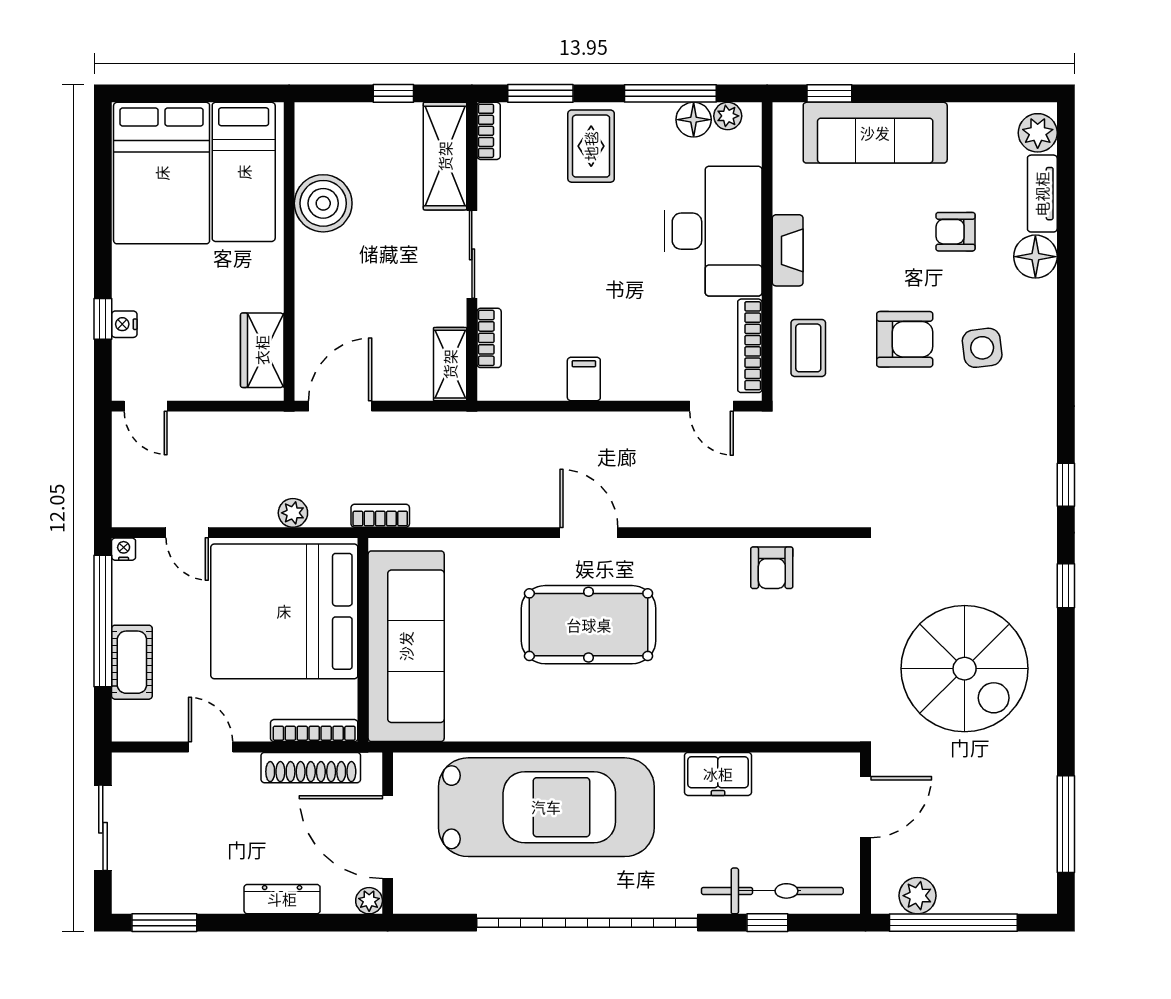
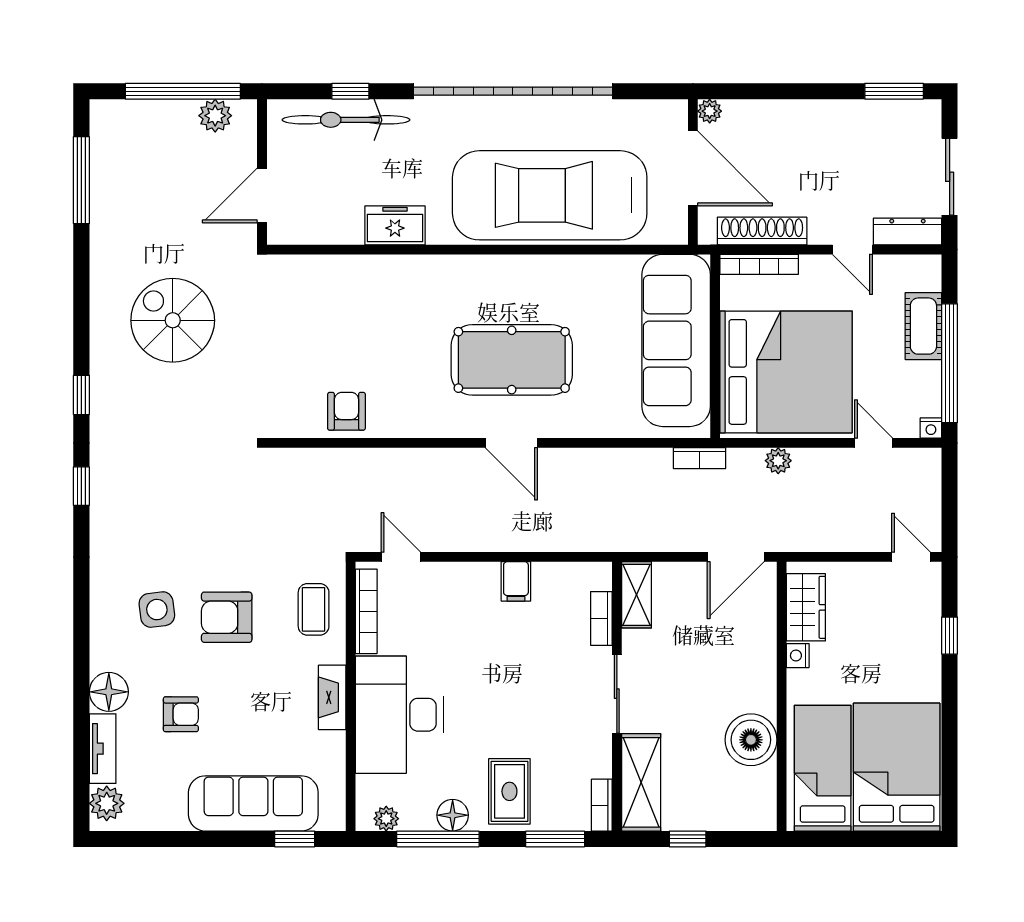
floor lamp: (694, 120) -> (453, 815), moved
nightstand: (124, 324) -> (798, 656), moved, turned 180
spiral stairs: (965, 669) -> (173, 320), width x0.73, depth x0.73
dresser: (282, 899) -> (907, 231), moved, turned 180

